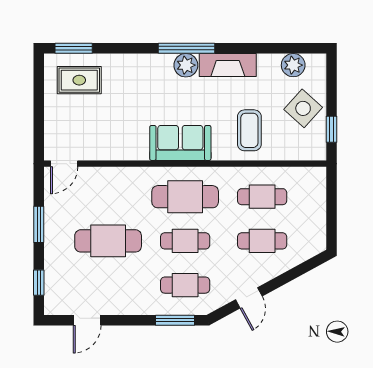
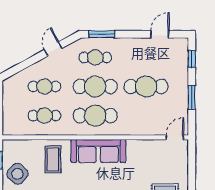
sofa: (180, 143) -> (98, 151), width x1.36
cafe table: (185, 241) -> (95, 87), width x1.37, depth x1.35

